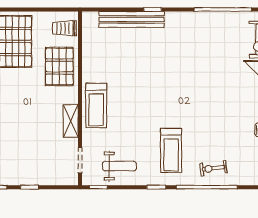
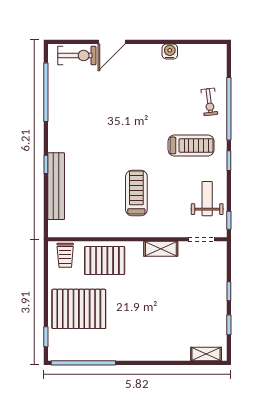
treadmill: (96, 105) -> (136, 193), moved, turned -90

